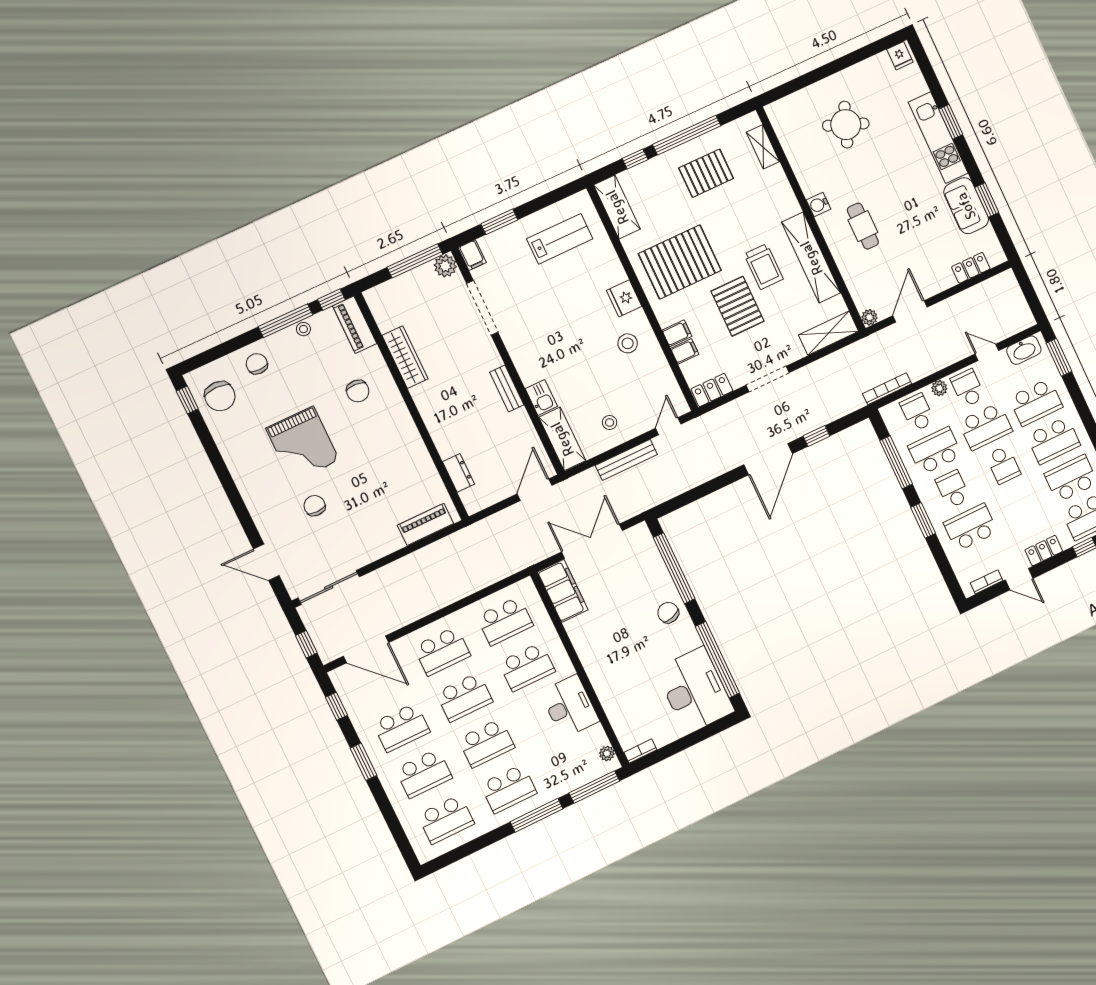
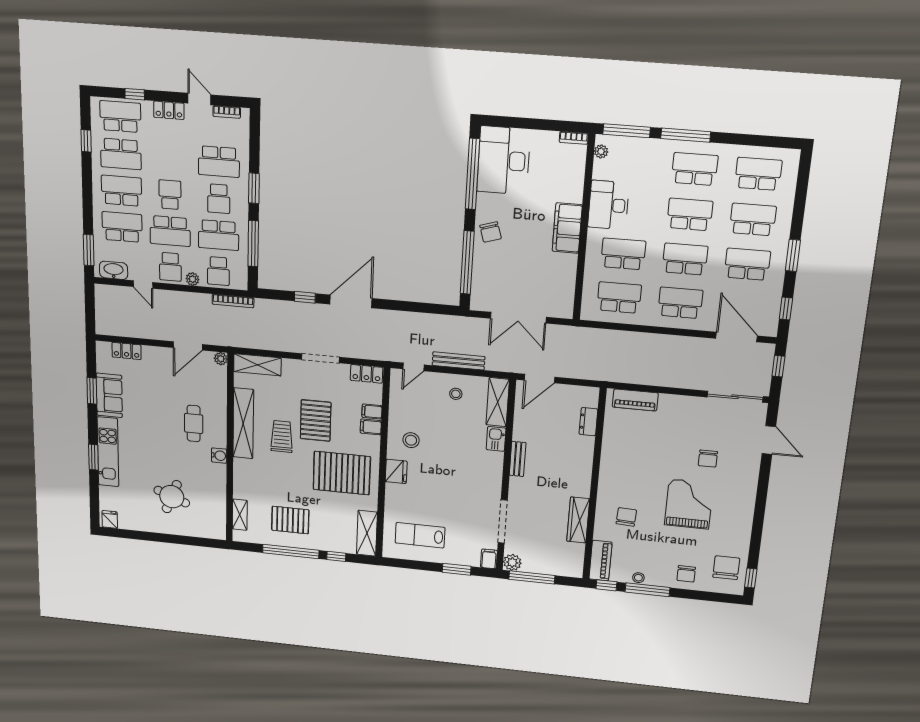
school desk: (986, 426) -> (170, 231), turned 180
filing cabinet: (563, 591) -> (567, 228), moved

